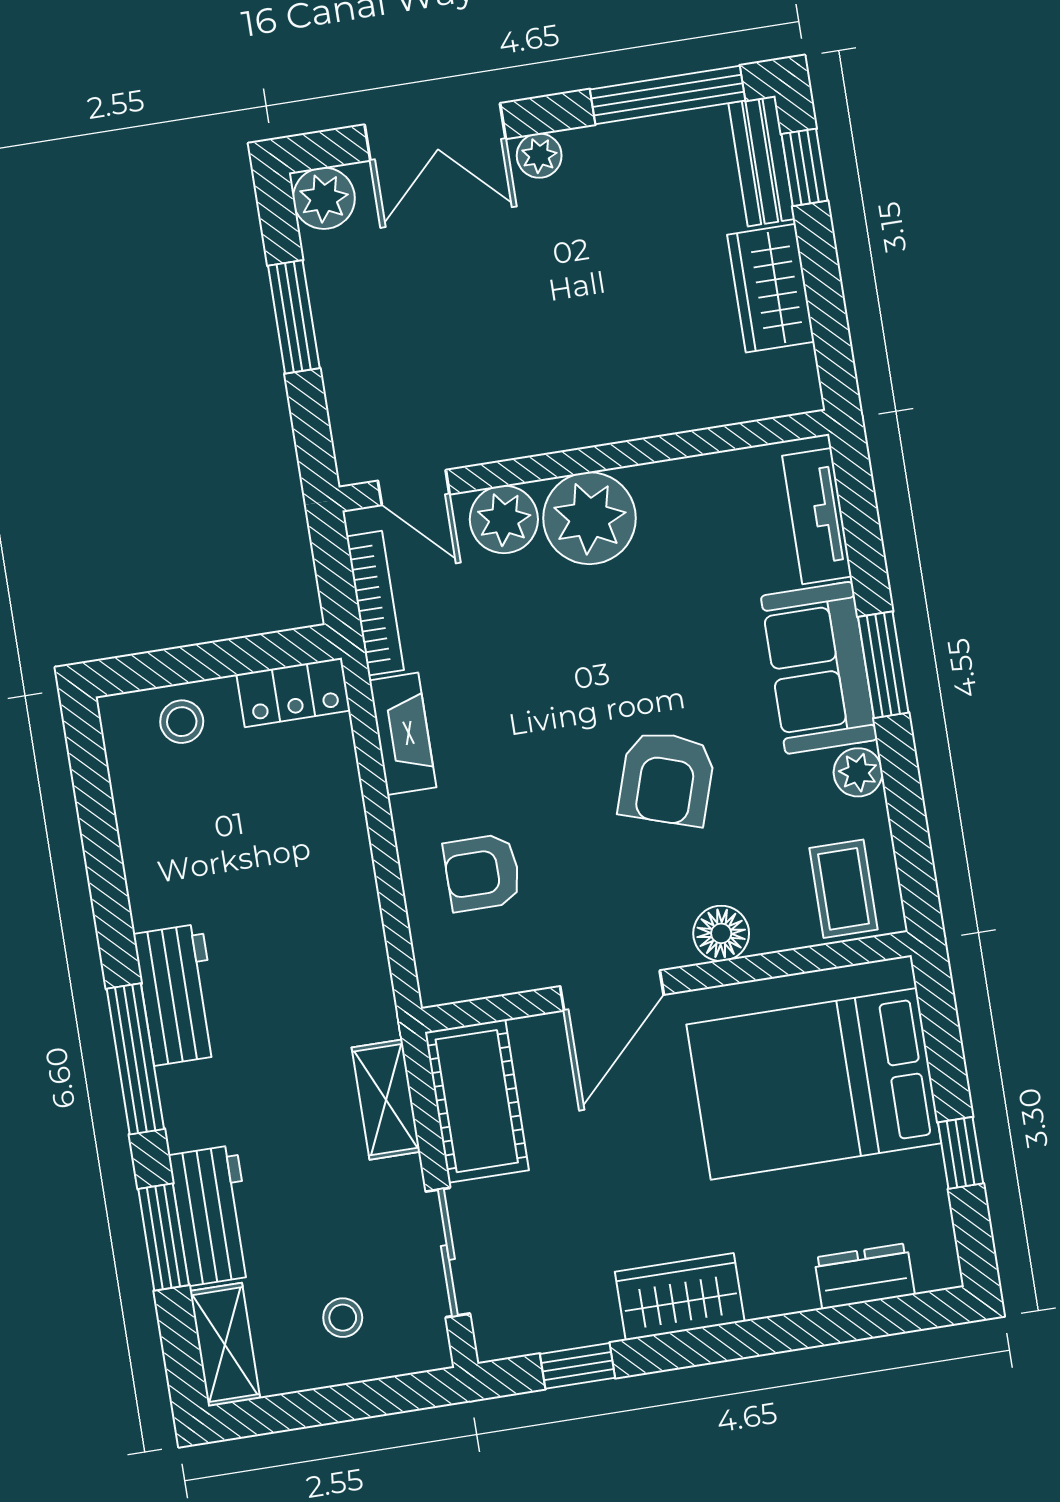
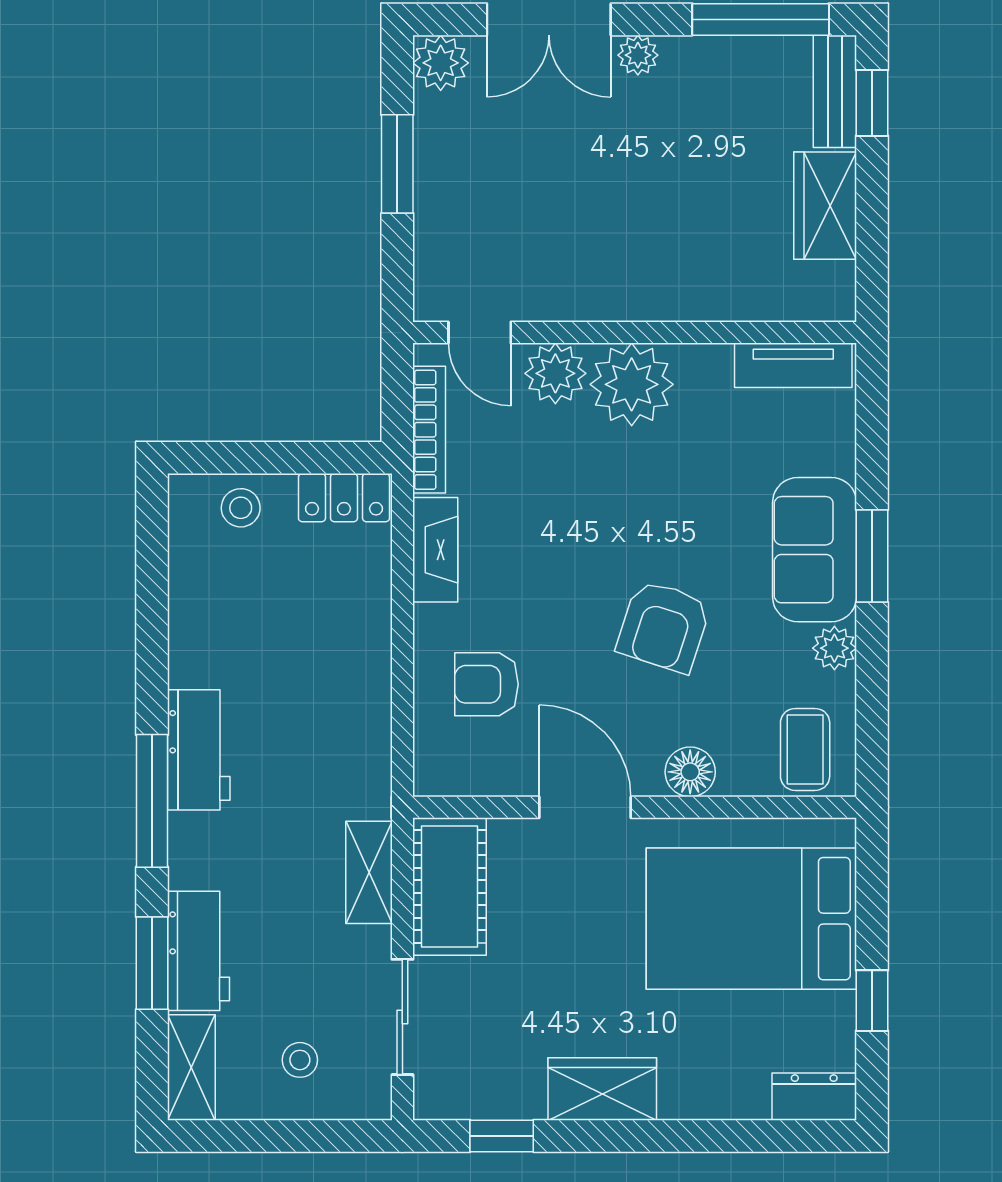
tv unit: (817, 516) -> (793, 365), moved, turned -90
door: (612, 991) -> (585, 807), swing flipped
dresser: (865, 1276) -> (814, 1097), moved

